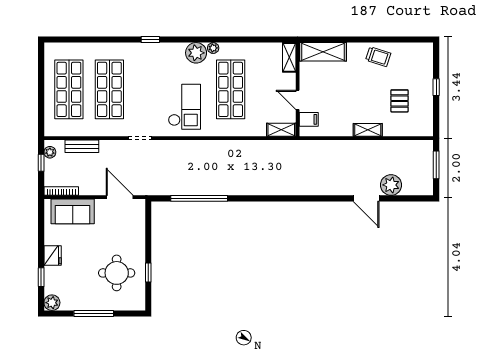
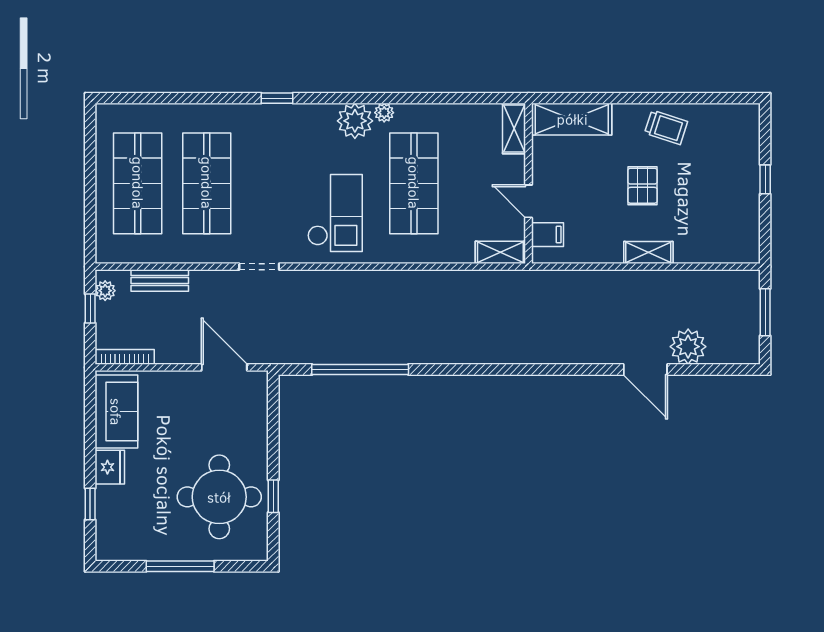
pallet: (399, 101) -> (643, 186), moved
sofa: (73, 211) -> (116, 412), moved, turned -90
round table: (117, 273) -> (219, 497), width x1.36, depth x1.36
plant: (52, 303) -> (109, 548), removed

